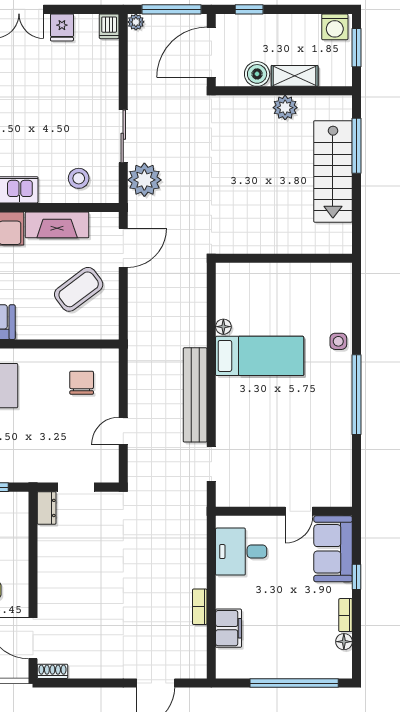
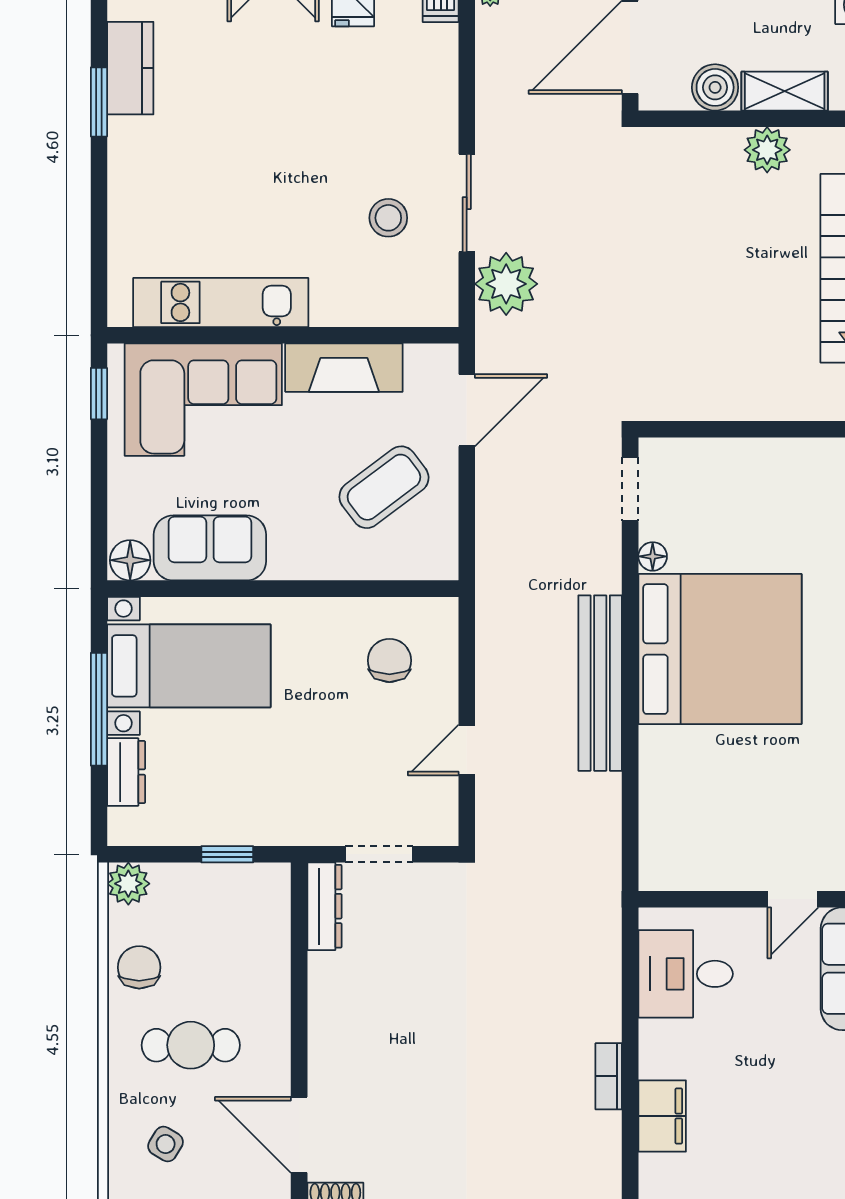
stool: (79, 178) -> (388, 218), moved
bed: (260, 356) -> (720, 649), width x2.04
doorway: (211, 464) -> (630, 489), moved
dresser: (47, 508) -> (324, 906), width x1.44

